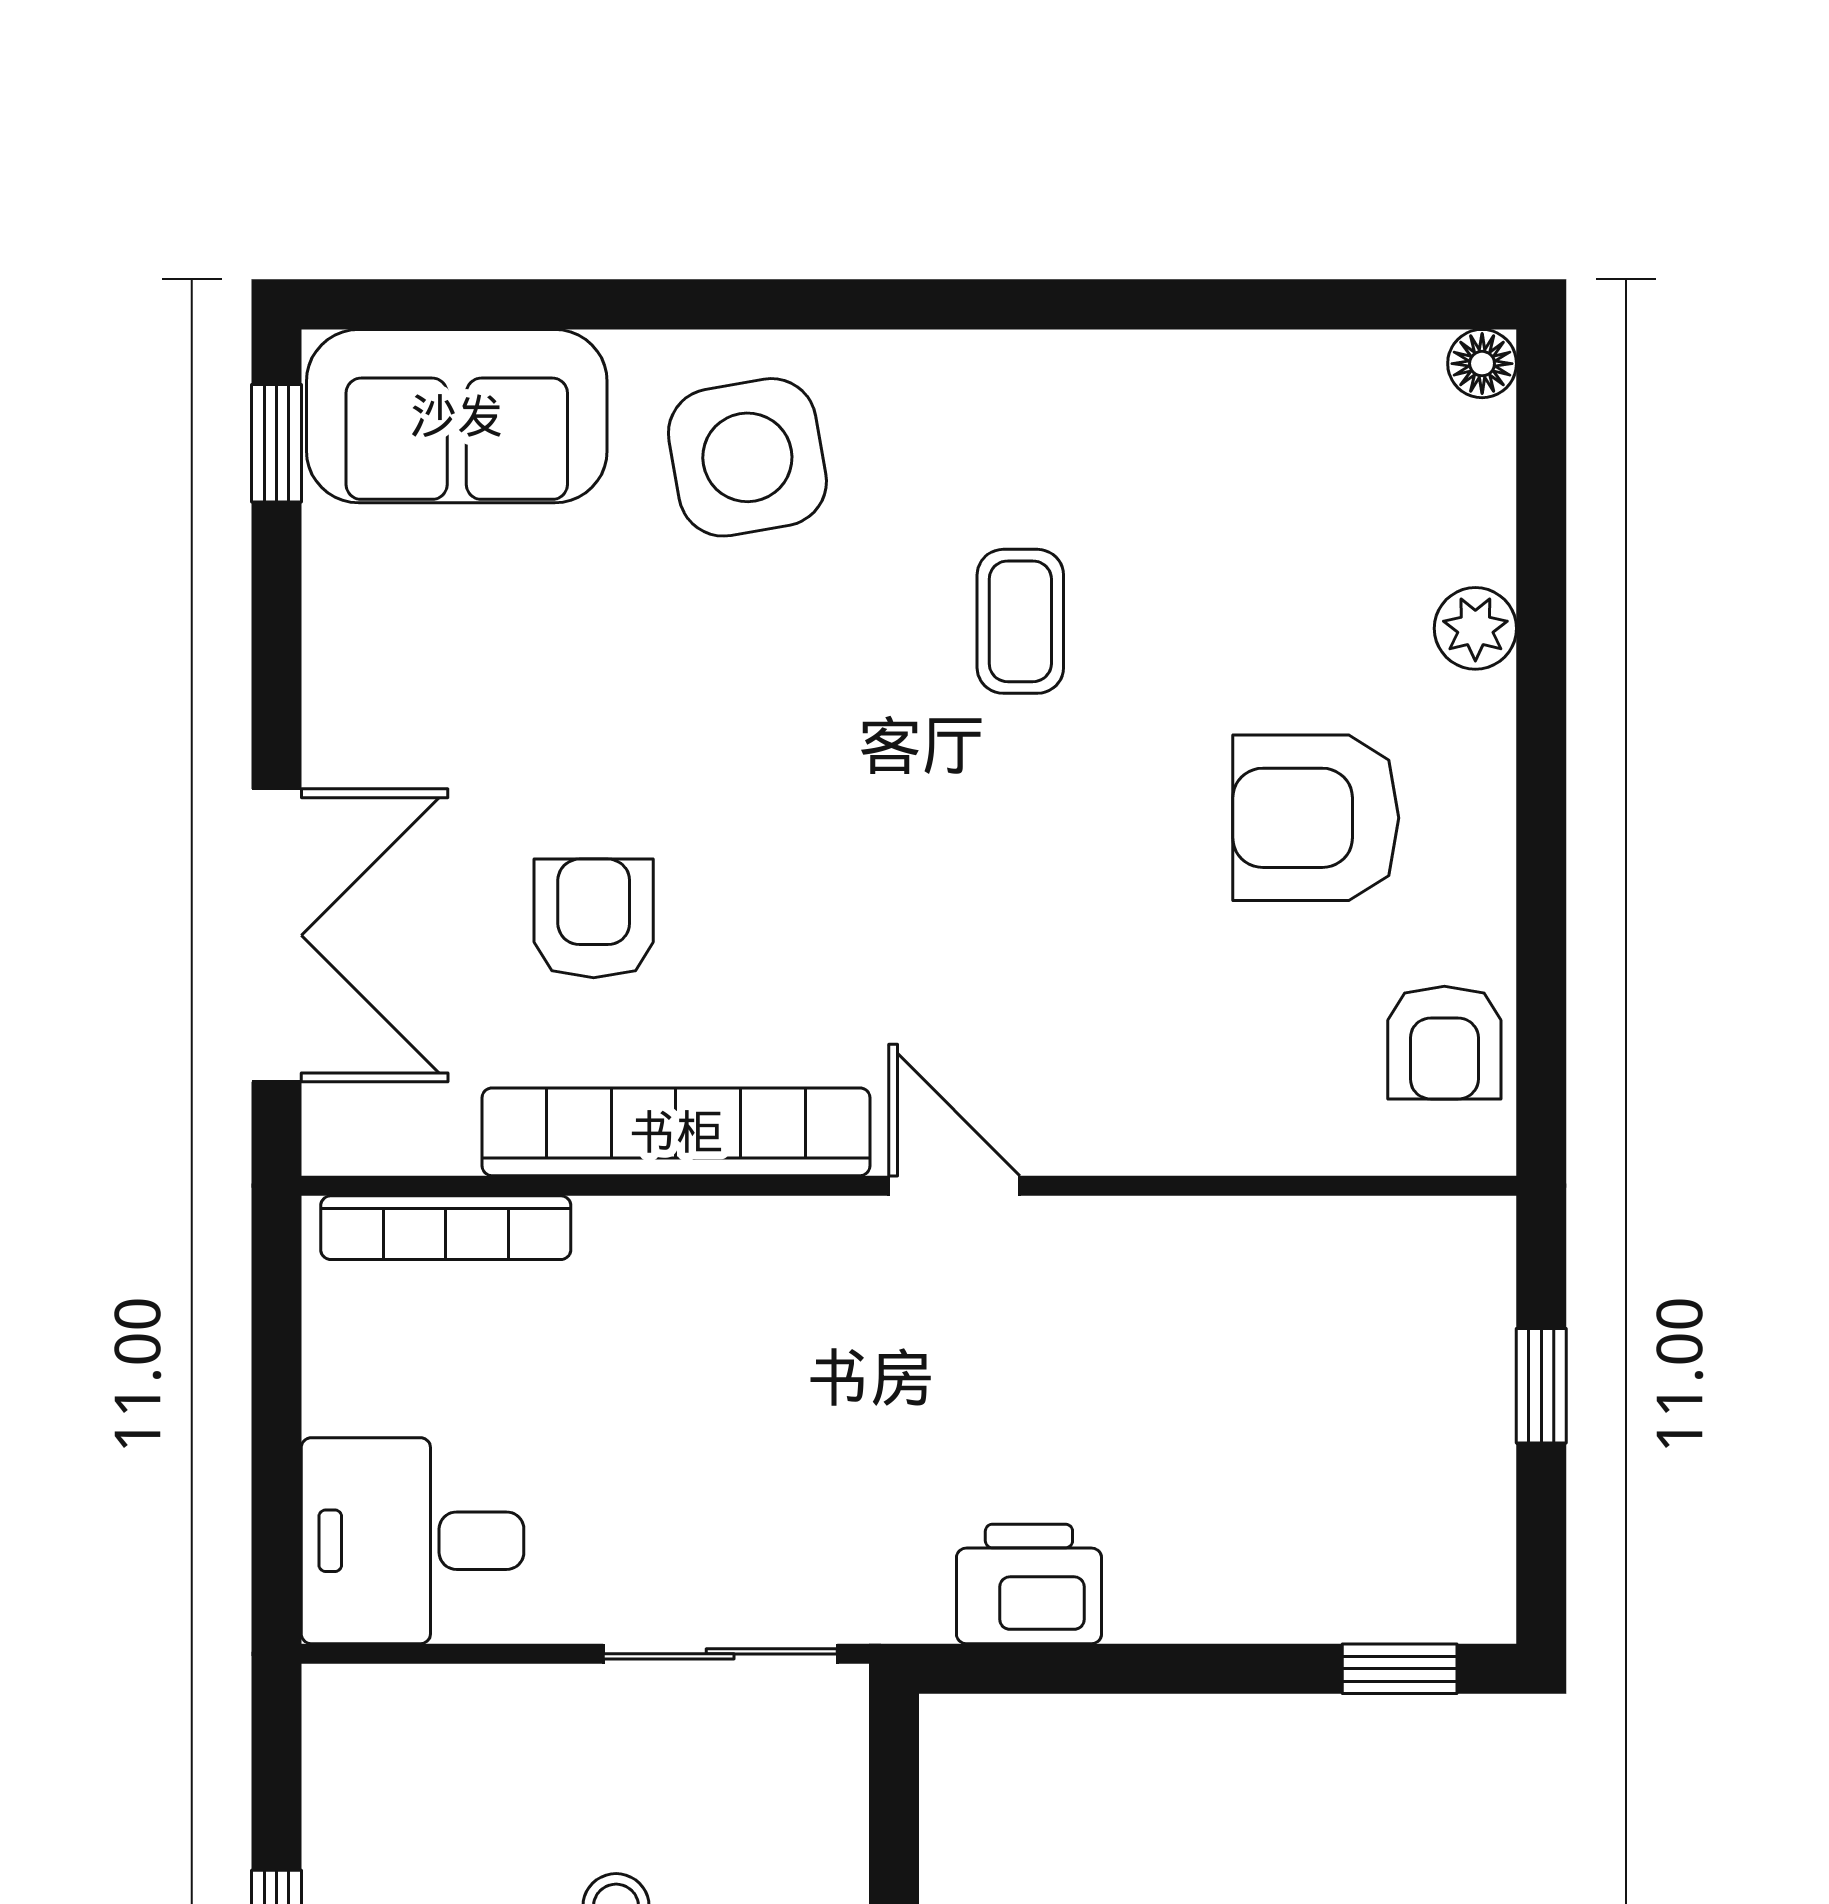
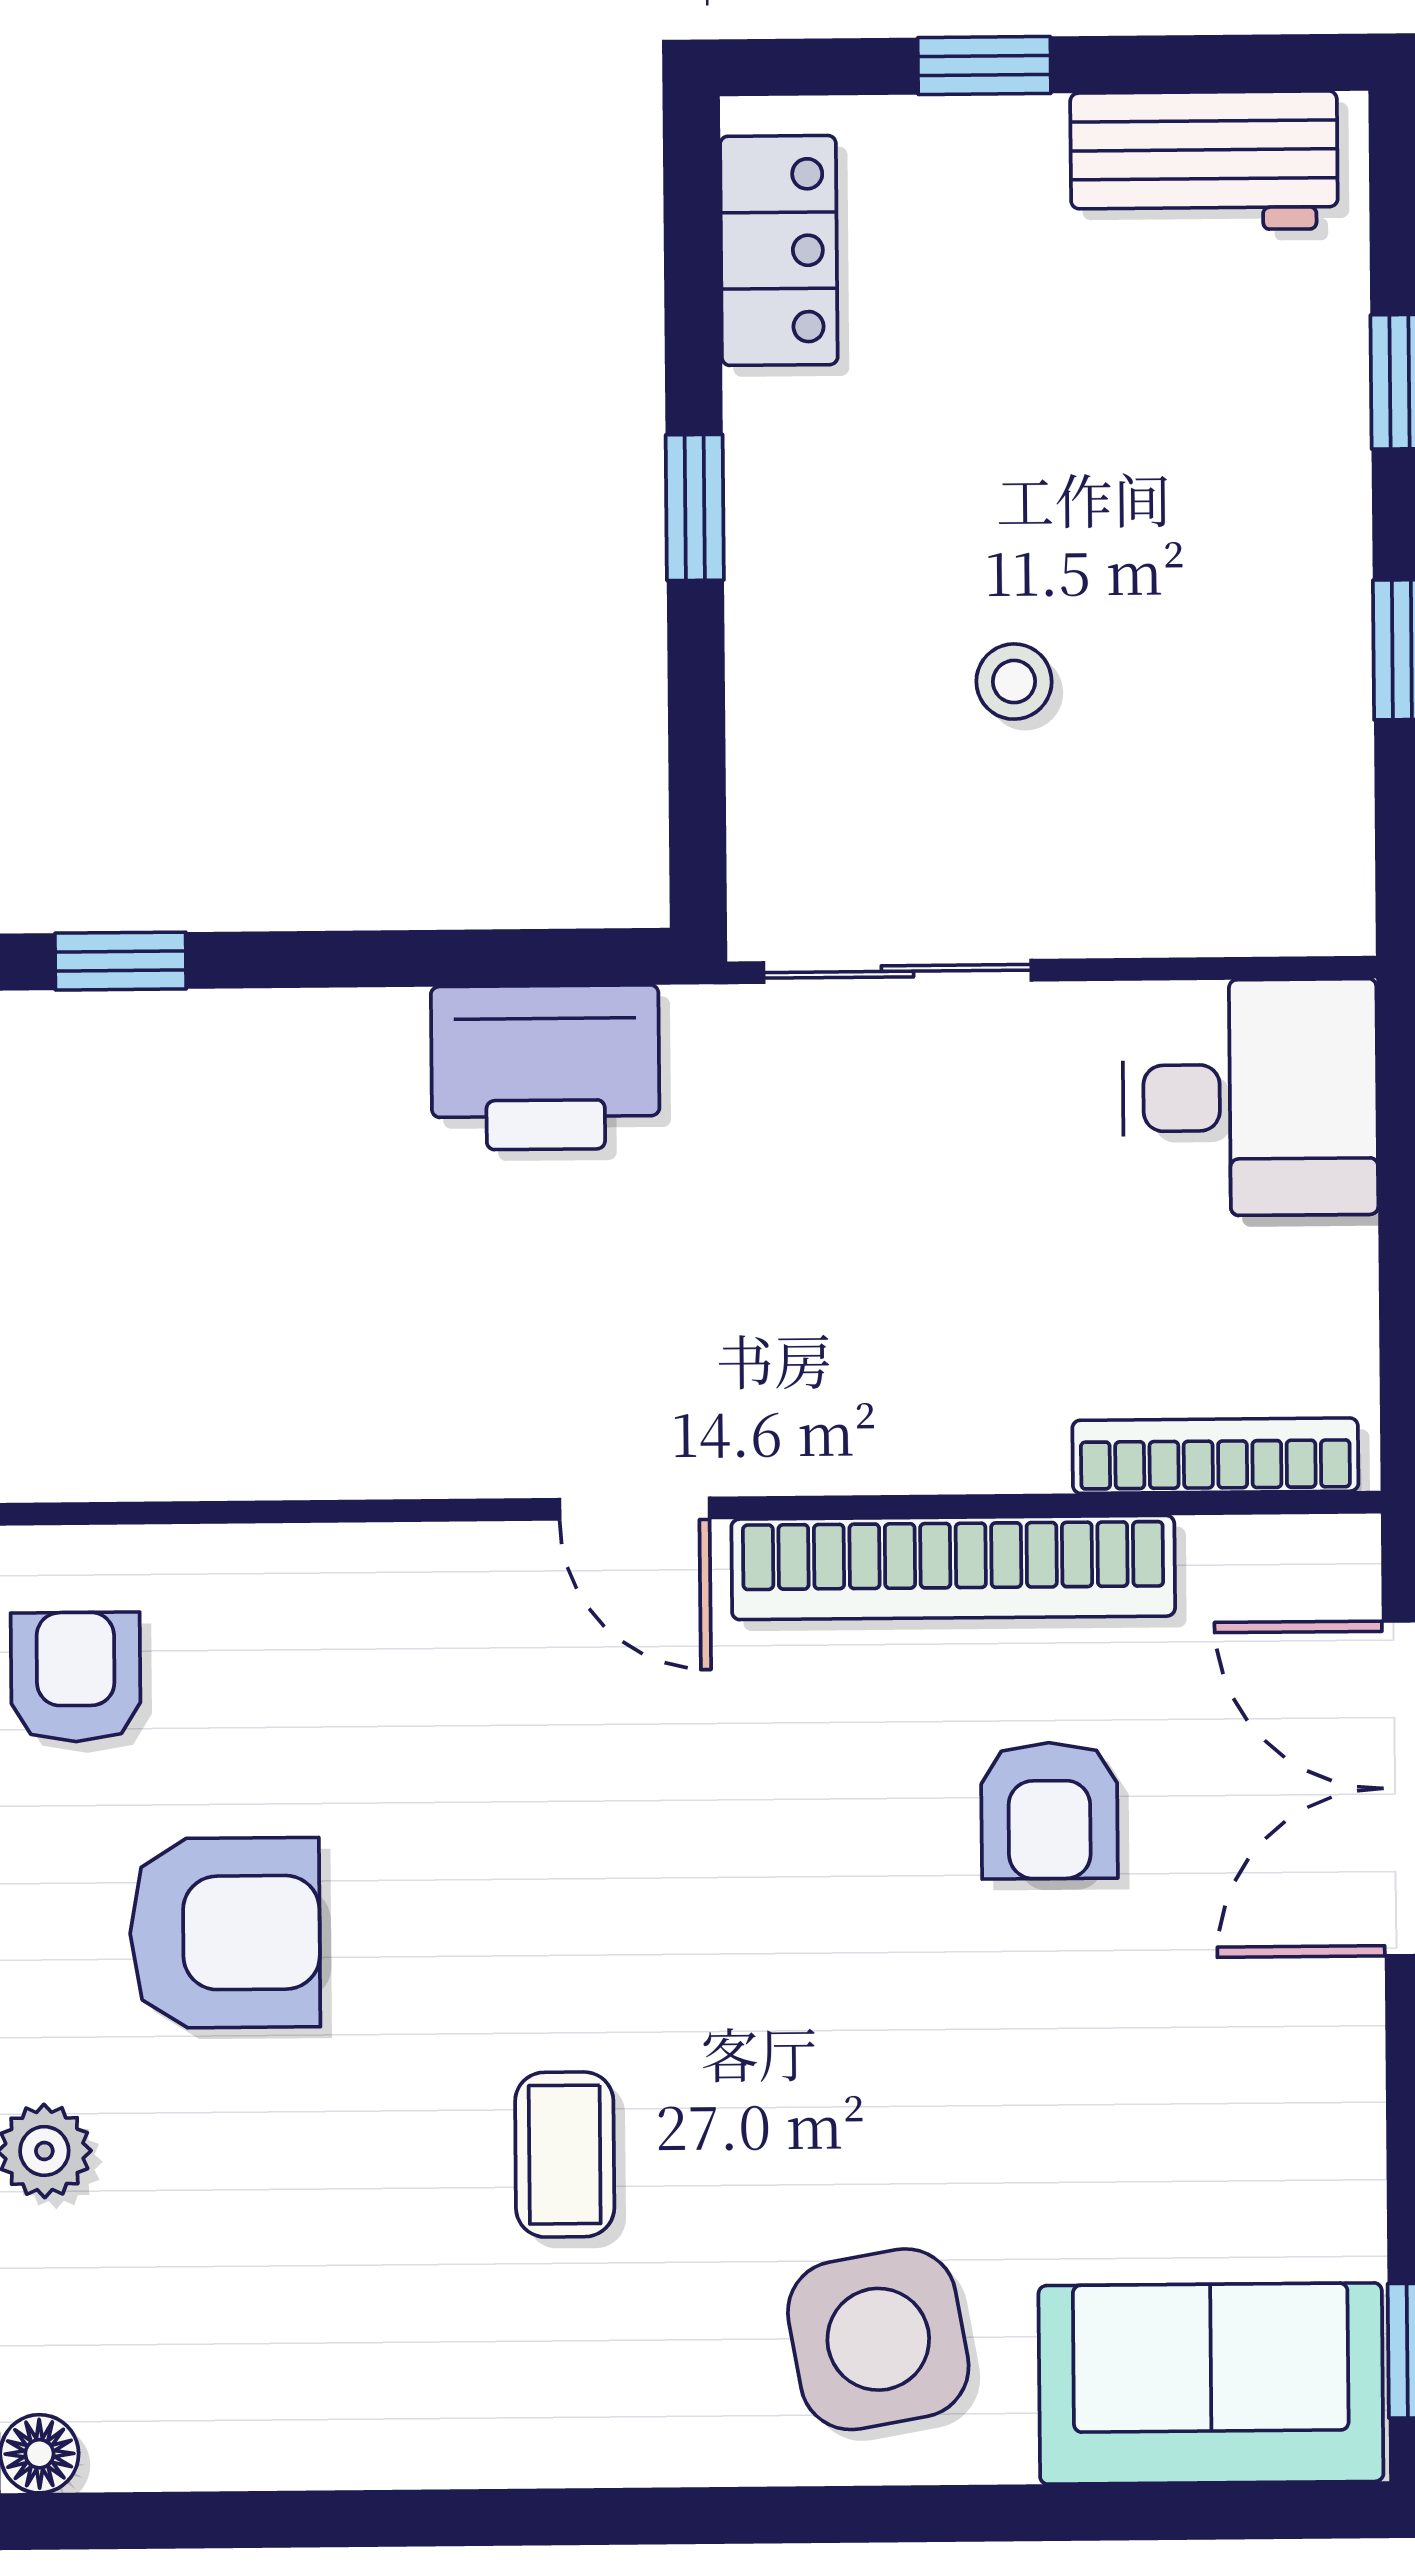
printer: (1029, 1584) -> (545, 1068), width x1.37, depth x1.19

